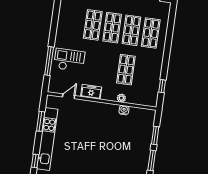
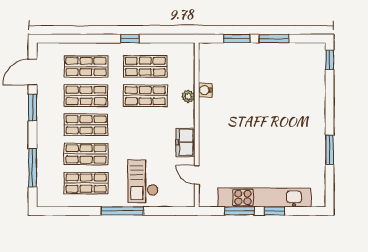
shop shelf: (73, 22) -> (86, 183), added
window: (49, 61) -> (122, 211), moved
shop shelf: (145, 72) -> (145, 66), added
window: (162, 86) -> (130, 39), moved
window: (35, 161) -> (275, 211), moved

